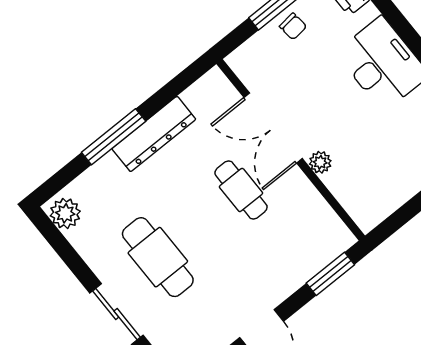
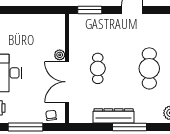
chair: (293, 26) -> (51, 115), moved
double door: (273, 128) -> (67, 82), swing flipped

